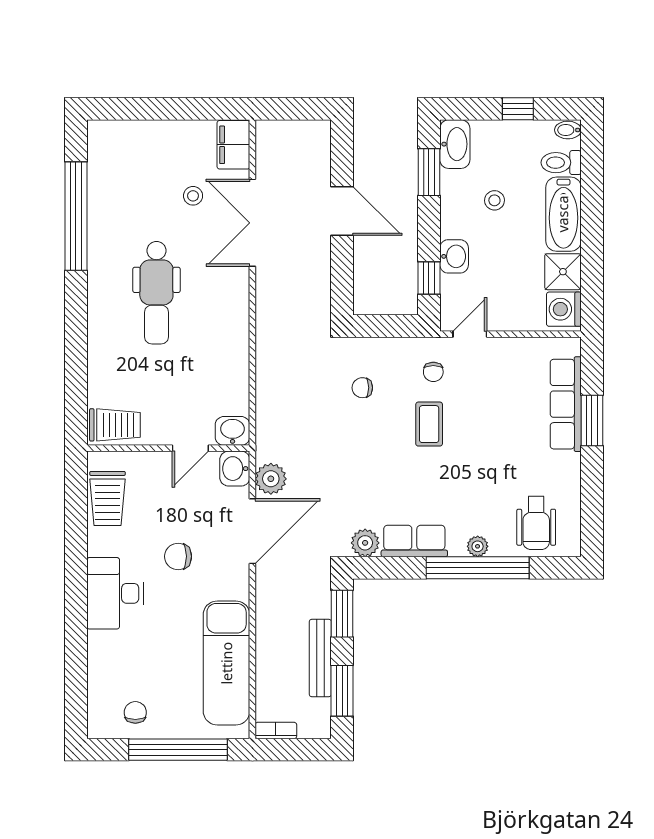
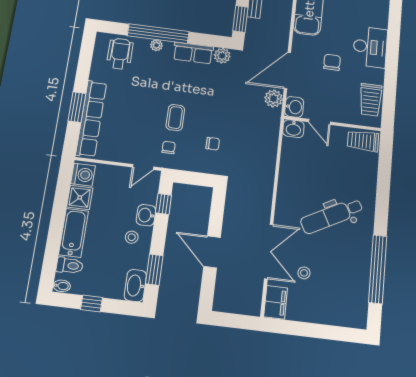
stool: (494, 200) -> (132, 237), moved
dental chair: (156, 293) -> (332, 216), turned -118
row of seats: (566, 404) -> (91, 119), width x1.36
door: (190, 448) -> (319, 122), swing flipped
trolley: (108, 499) -> (371, 100), turned 180
chair: (178, 556) -> (332, 62), turned -90

